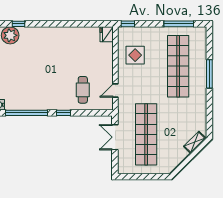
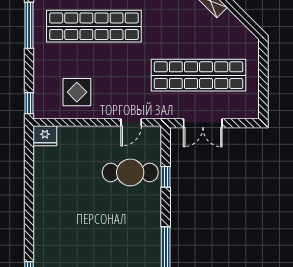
cafe table: (83, 90) -> (130, 172), width x1.37, depth x1.35
door: (115, 91) -> (131, 122), hinge flipped
window: (63, 113) -> (166, 177), moved

